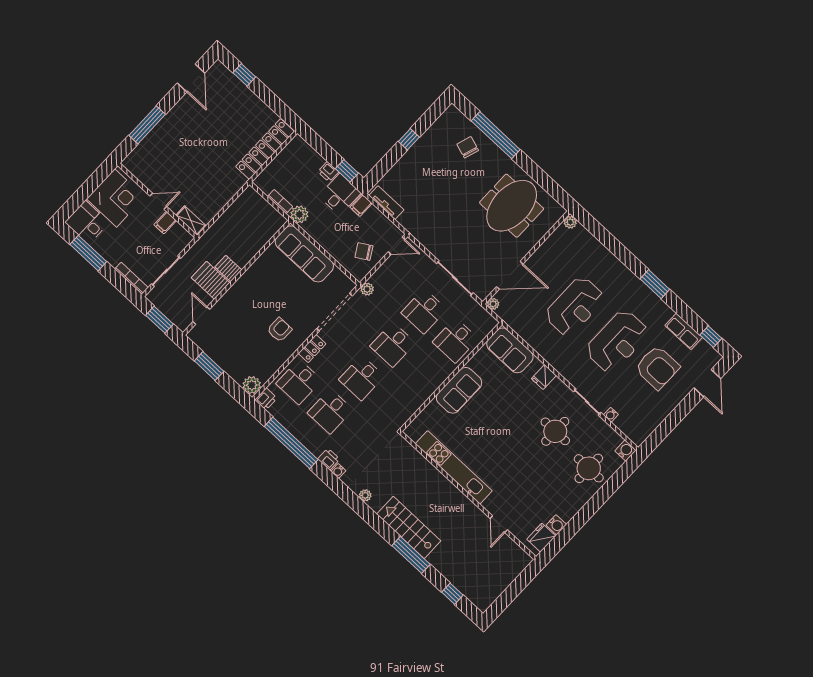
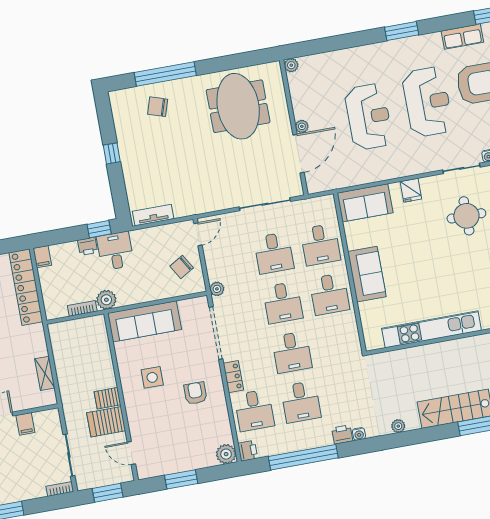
filing cabinet: (361, 205) -> (42, 257), moved
shelving: (191, 221) -> (45, 373), moved, turned 90
bookcase: (131, 278) -> (60, 489), width x0.64
side table: (268, 290) -> (152, 377), added
plant: (493, 304) -> (302, 126), moved
desk: (424, 374) -> (329, 294), added

